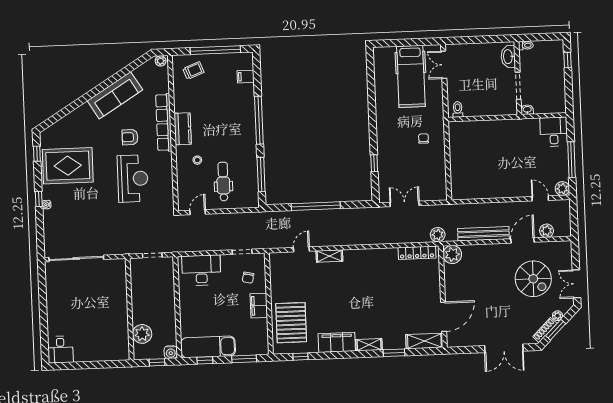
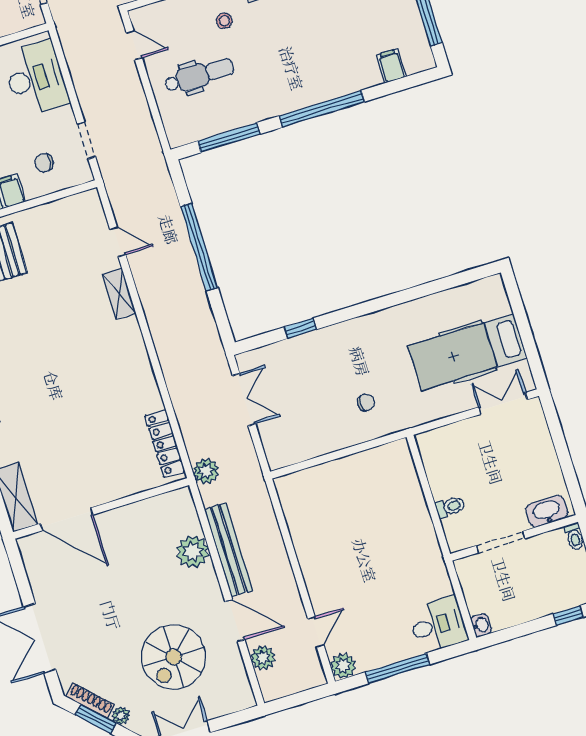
toilet: (458, 109) -> (450, 507), moved
washbasin: (527, 110) -> (481, 625), moved
plant: (452, 254) -> (193, 552), moved

